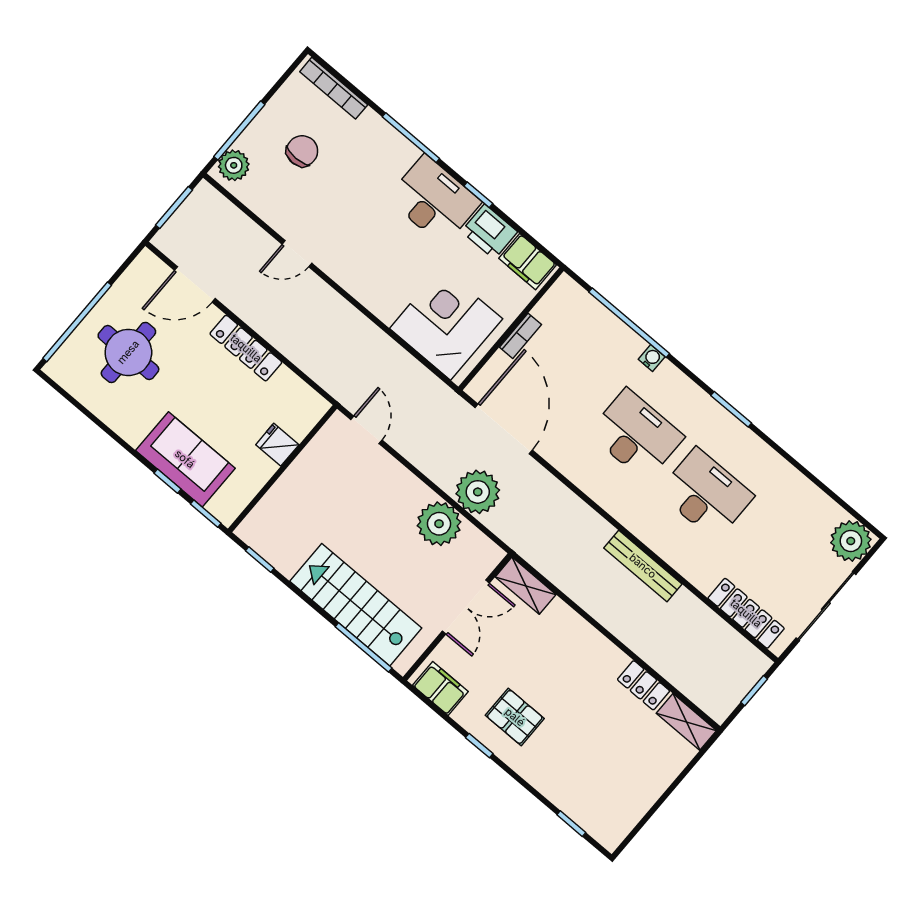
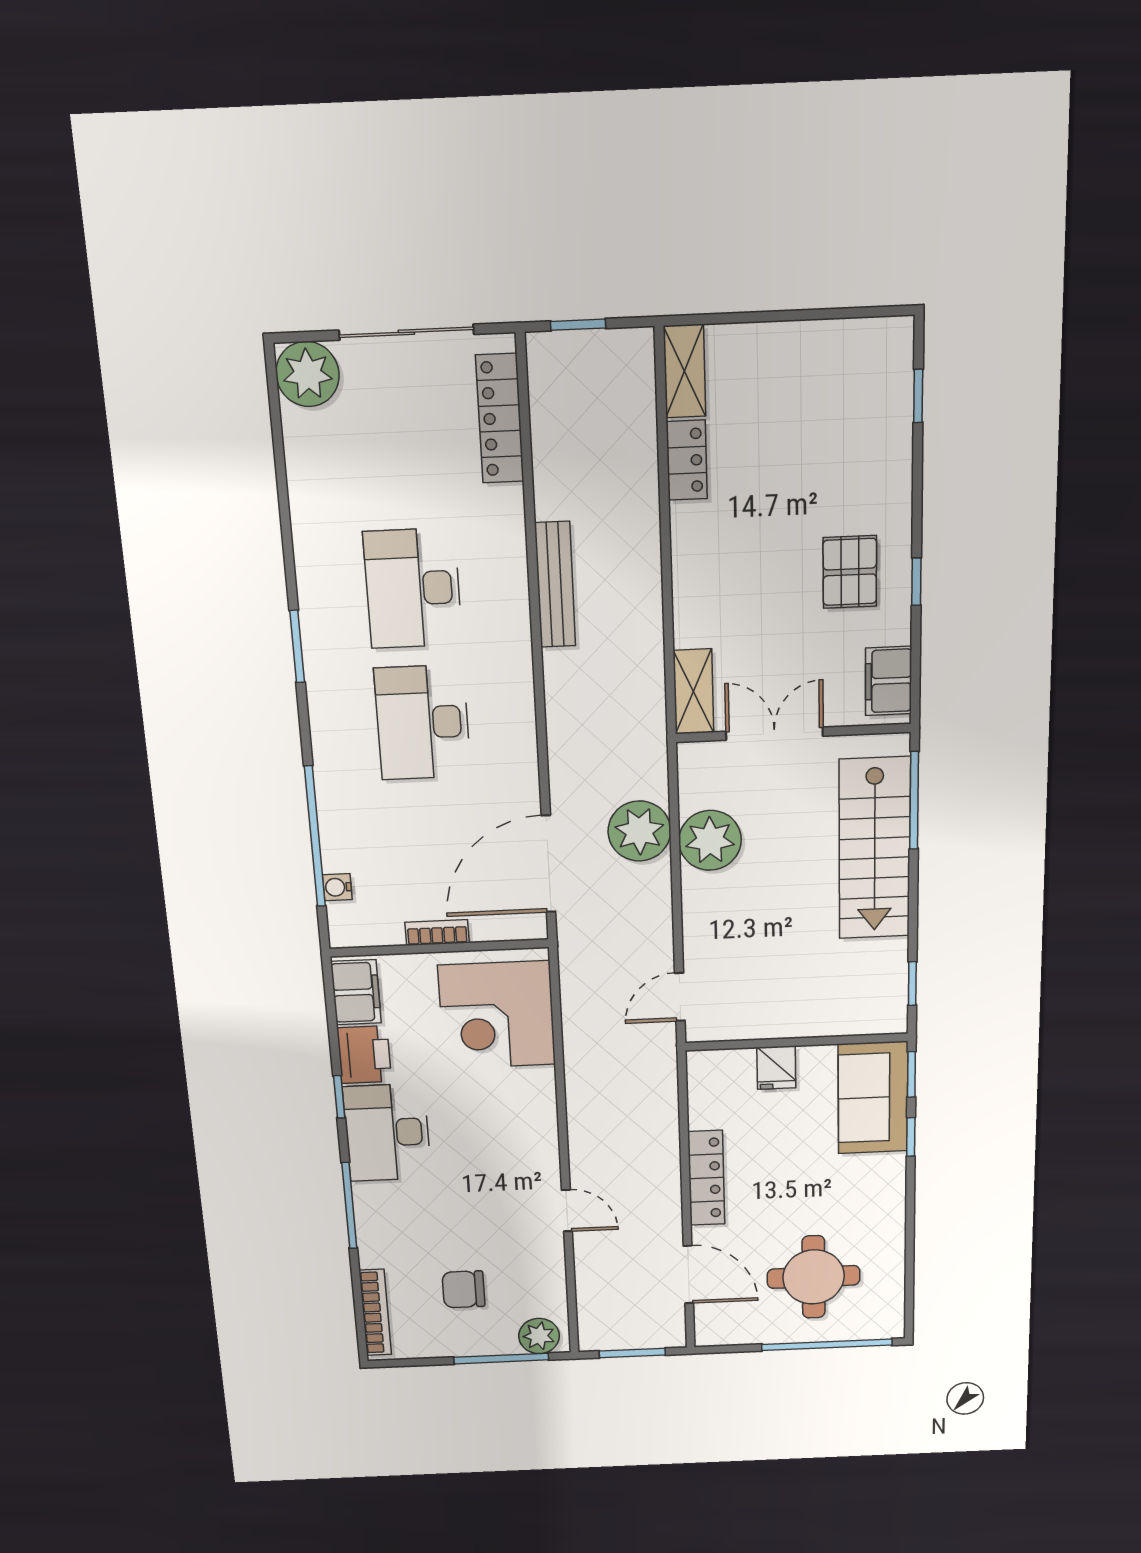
water cooler: (652, 358) -> (337, 887), moved
sofa: (185, 459) -> (873, 1098), moved

